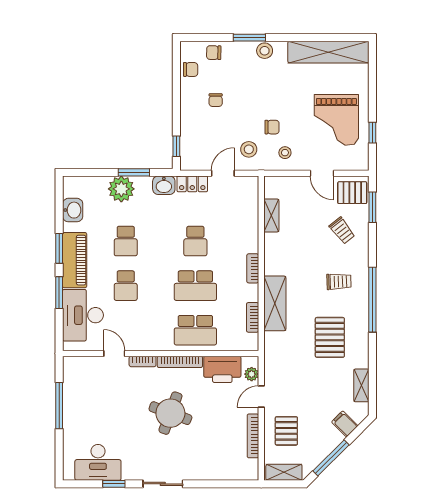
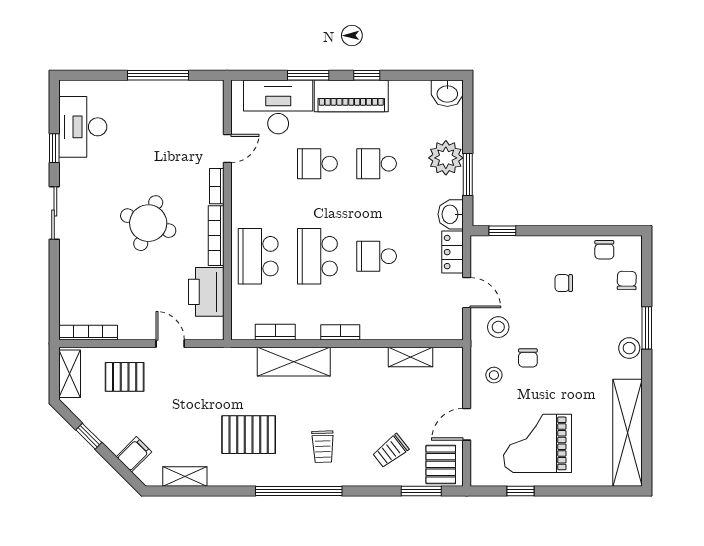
washbasin: (73, 210) -> (447, 93), moved
window: (59, 248) -> (367, 75), width x0.67
plant: (252, 374) -> (200, 331), removed
bookcase: (253, 436) -> (88, 333), moved
window: (331, 458) -> (89, 436), width x0.46

